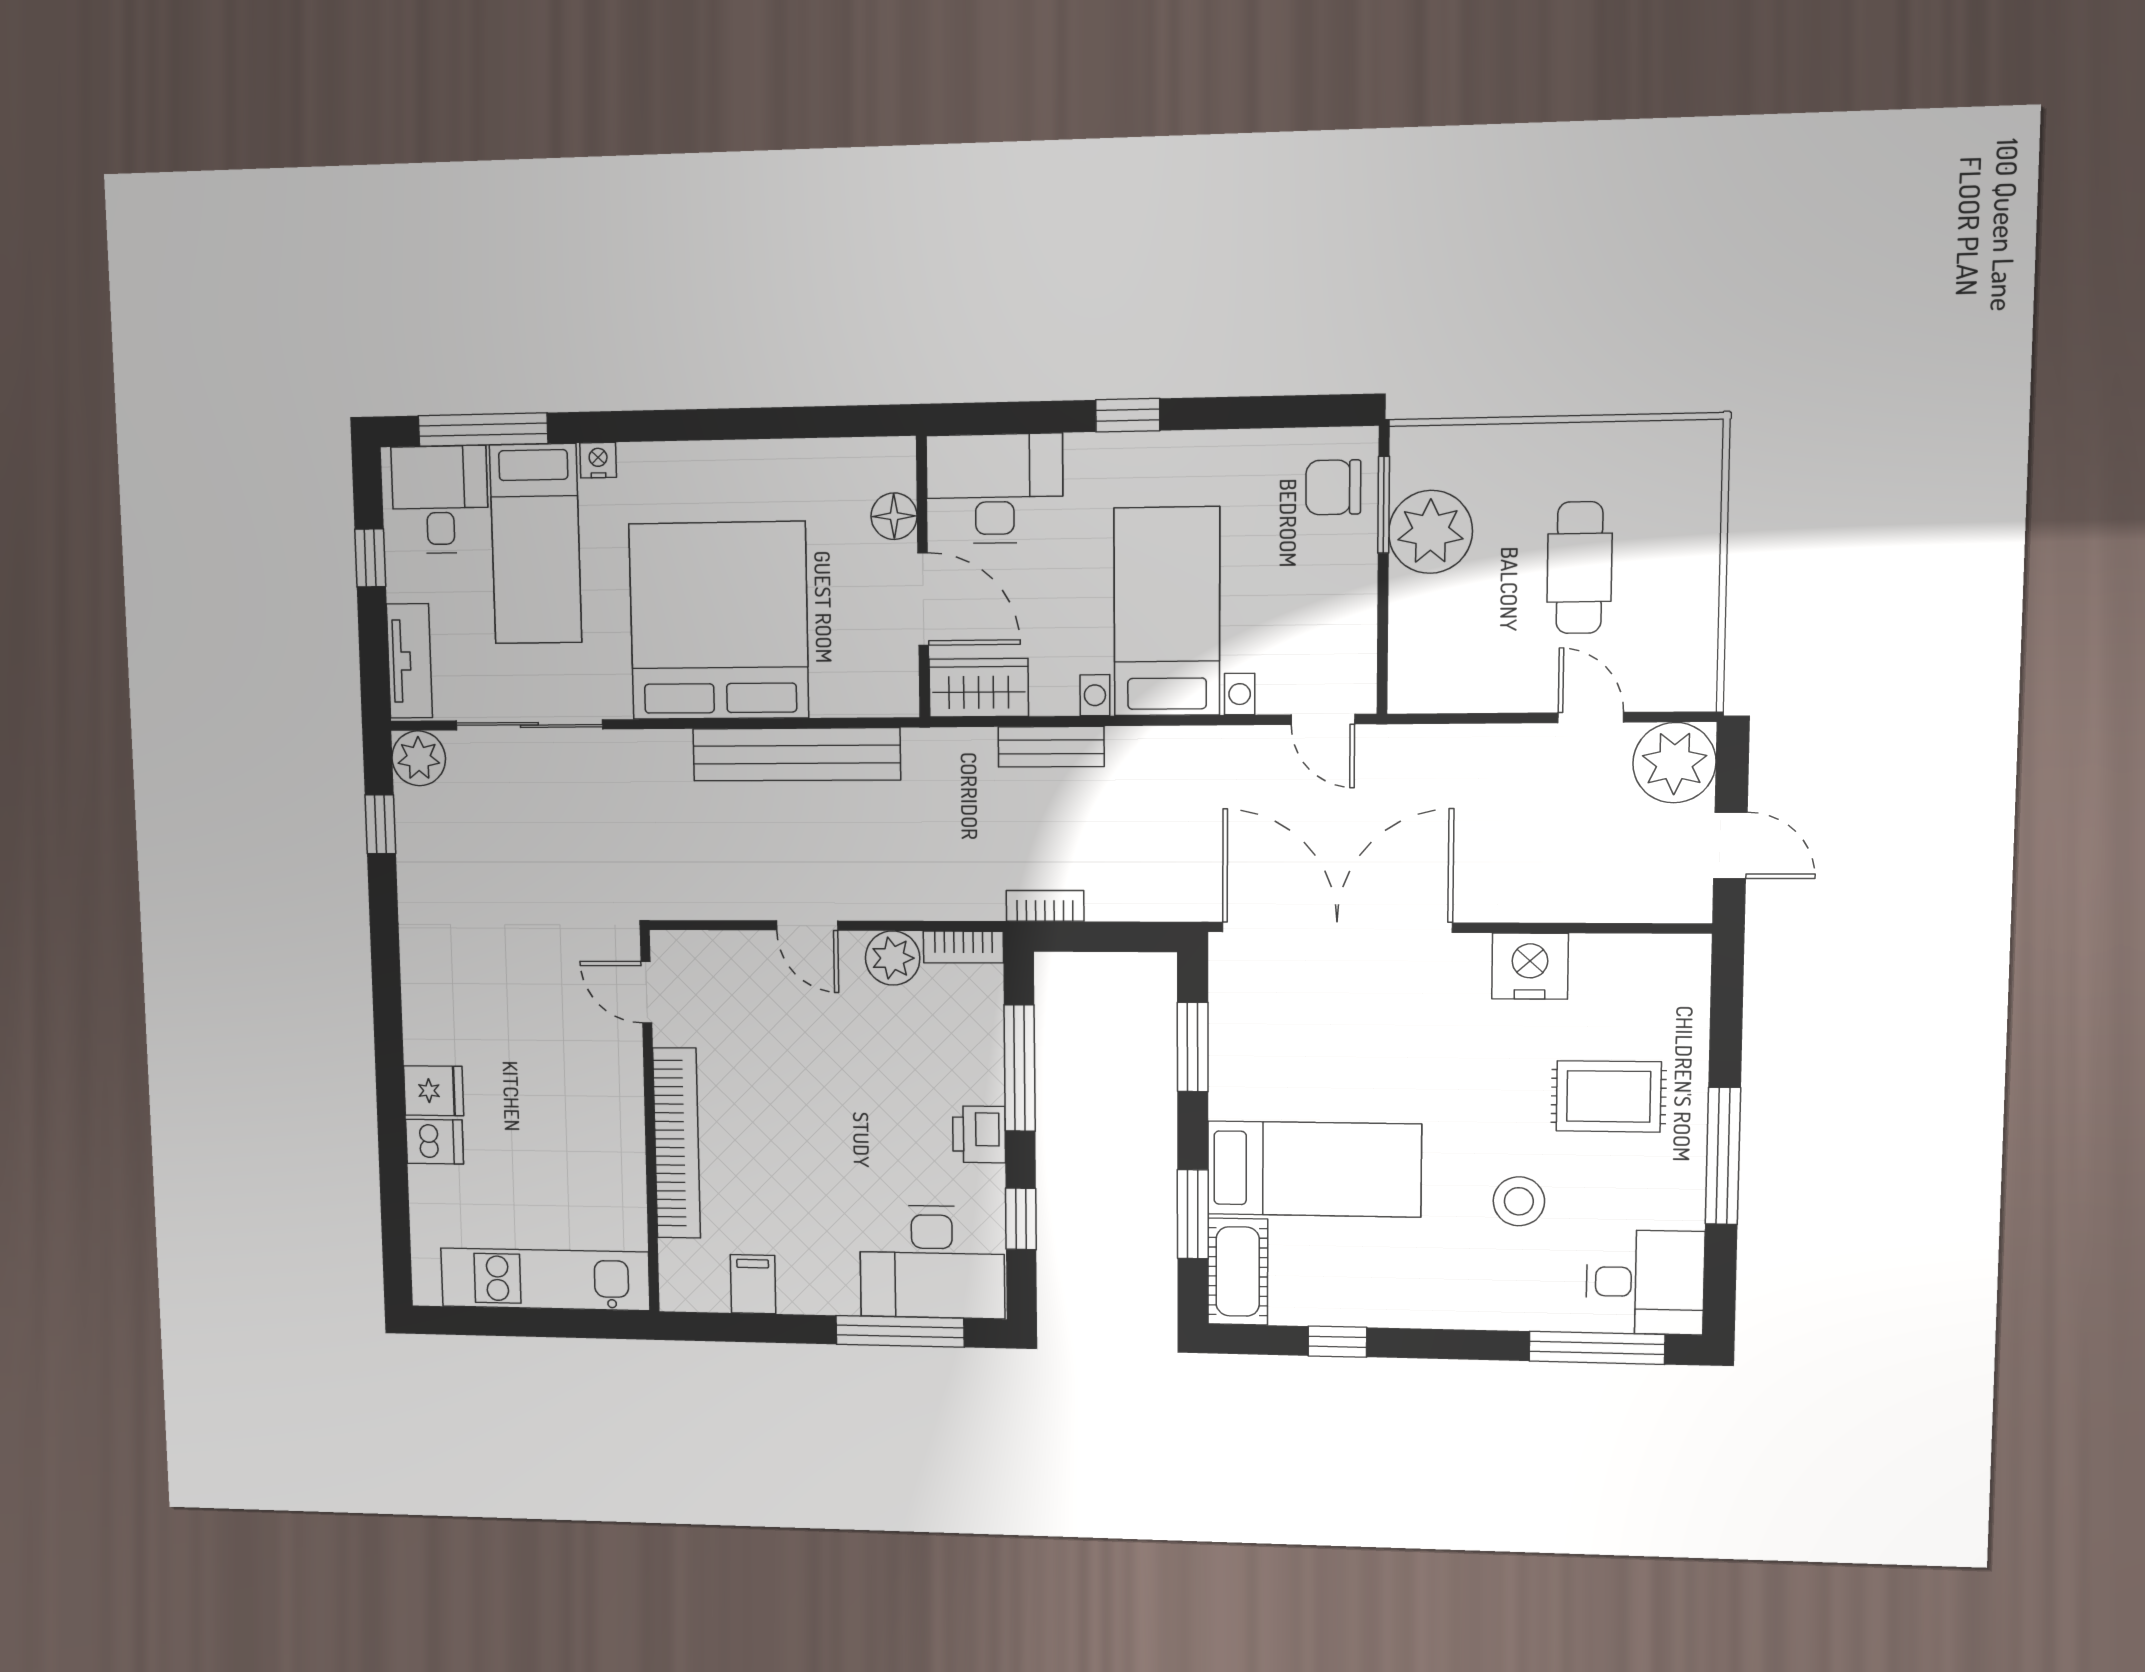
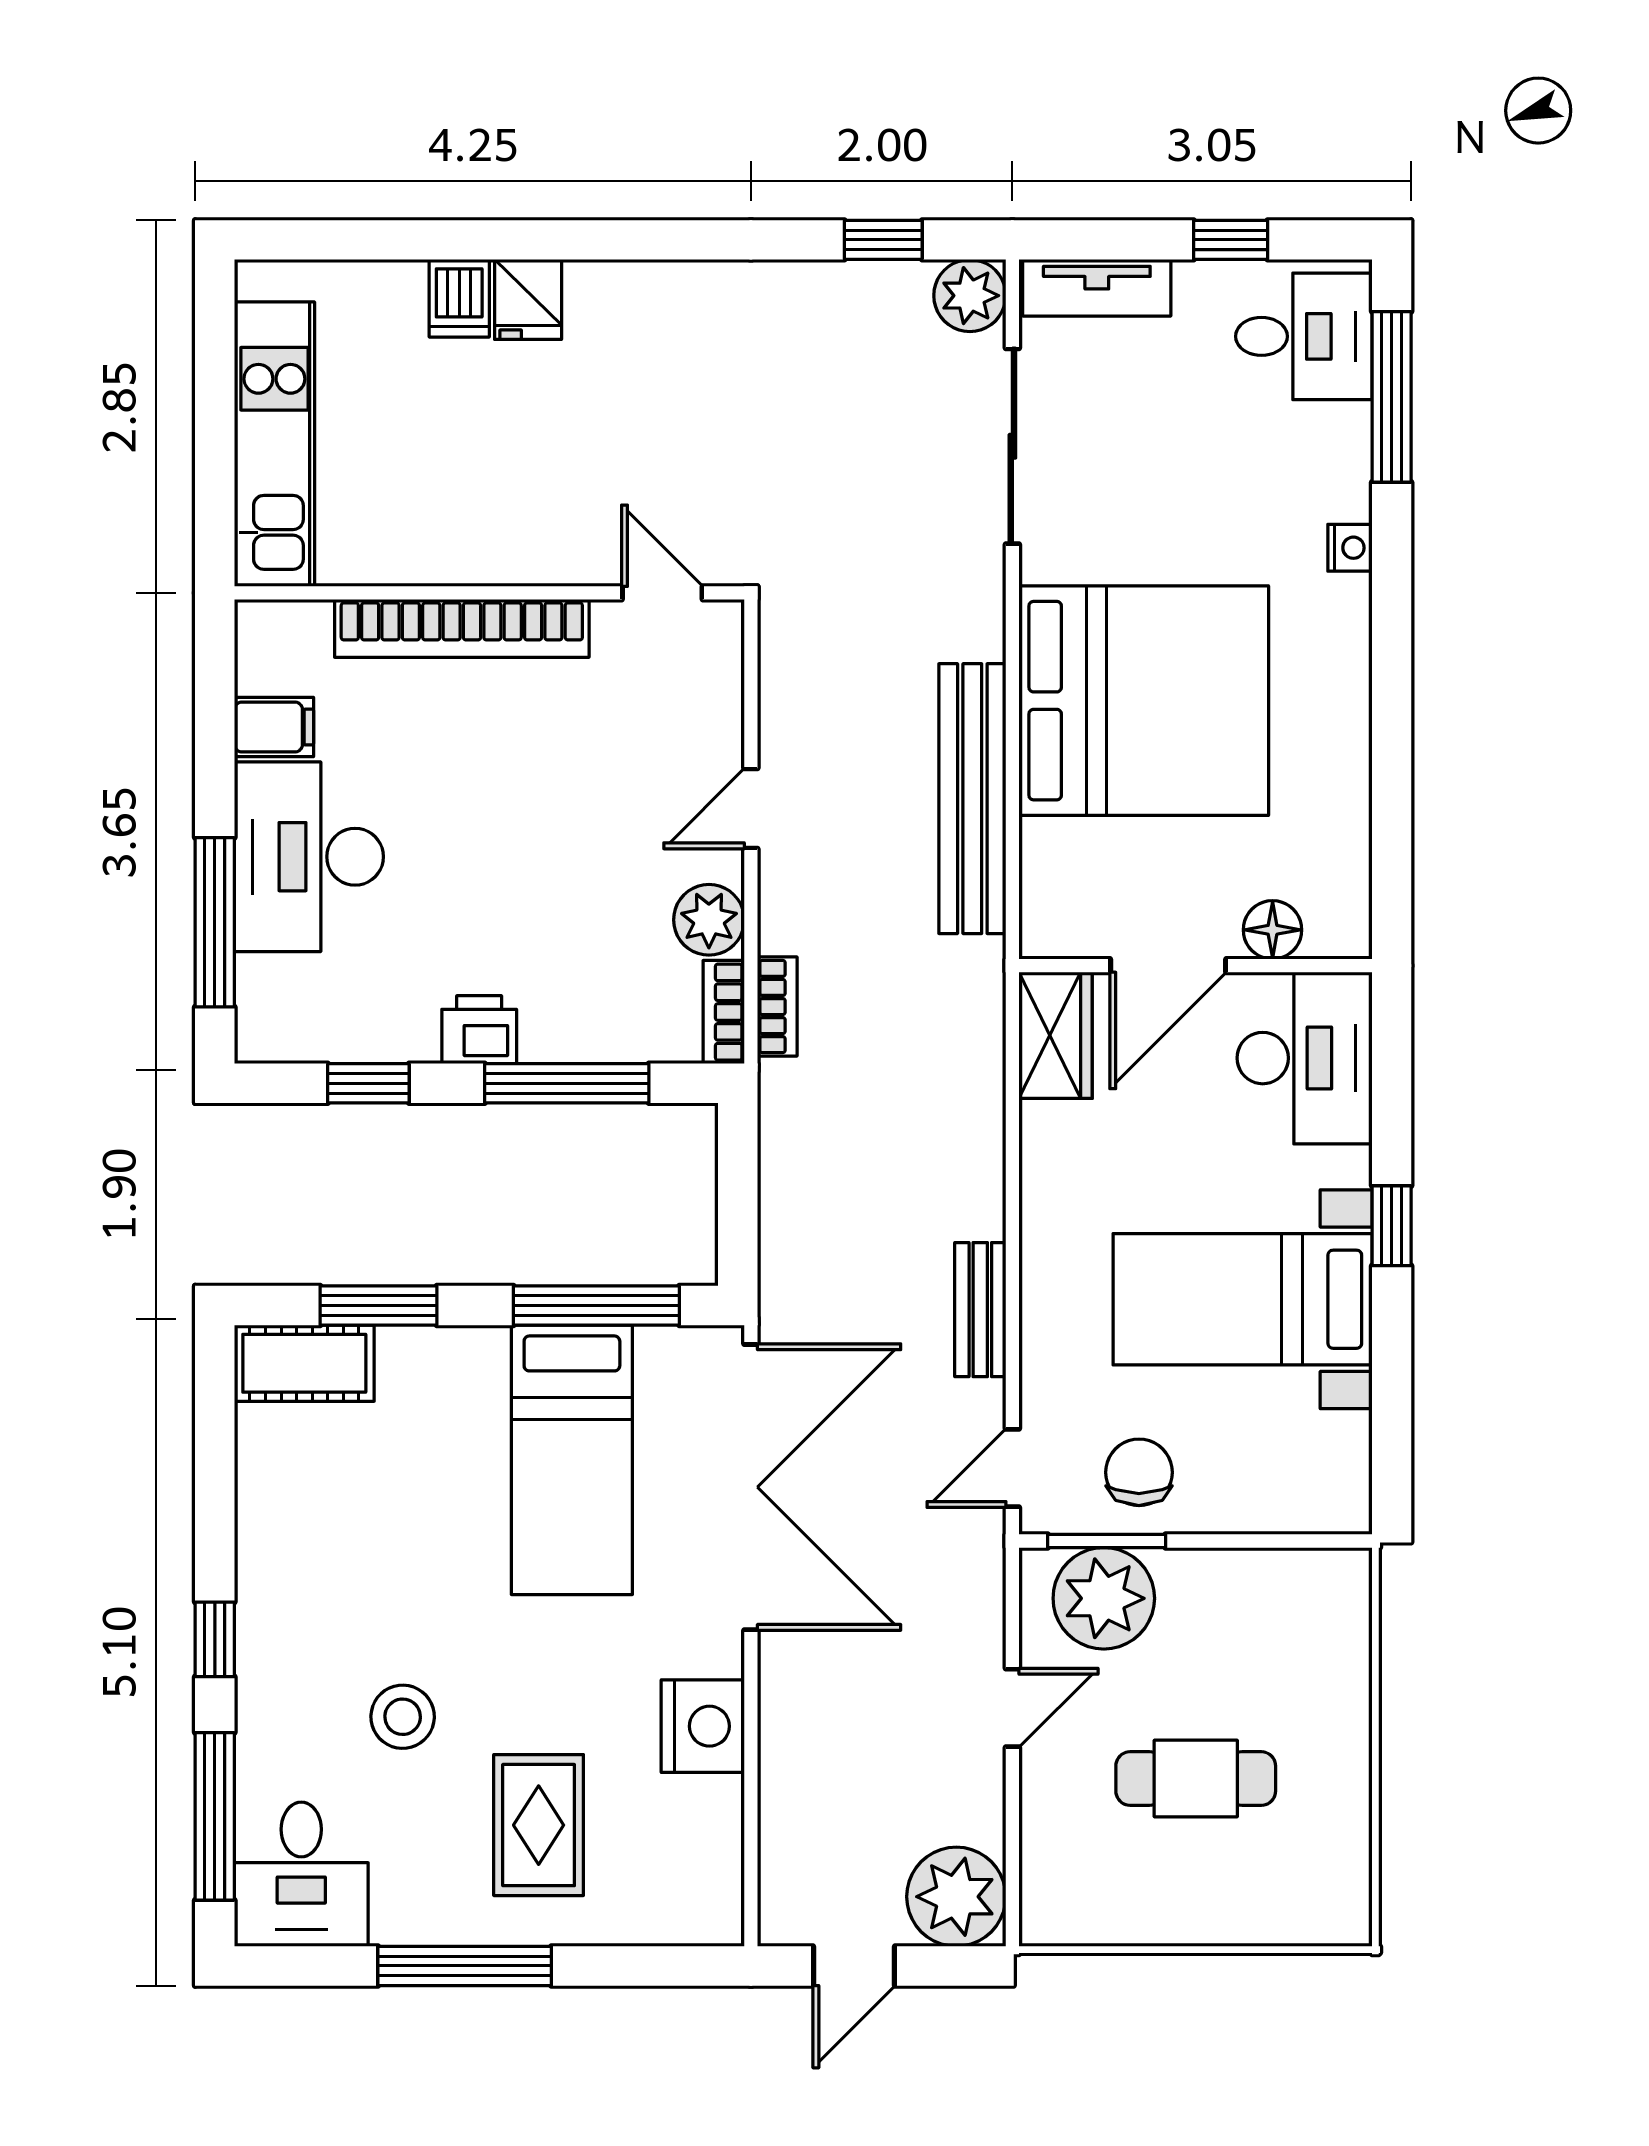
chair: (1333, 487) -> (1139, 1472), moved
window: (1384, 505) -> (1107, 1541), moved
plant: (1431, 532) -> (1104, 1598), moved
bed: (536, 544) -> (1245, 462), removed
bed with nightstands: (1167, 612) -> (1243, 1299), moved, turned 180
door: (1591, 718) -> (1012, 1708), moved
bench: (1051, 747) -> (980, 1310), moved
bookcase: (1045, 906) -> (777, 1007), moved
door: (646, 992) -> (662, 593), hinge flipped
window: (1193, 1047) -> (596, 1306), width x1.44
bed: (1314, 1169) -> (572, 1460), moved
desk: (932, 1262) -> (309, 857), moved
window: (1337, 1342) -> (215, 1639), moved

